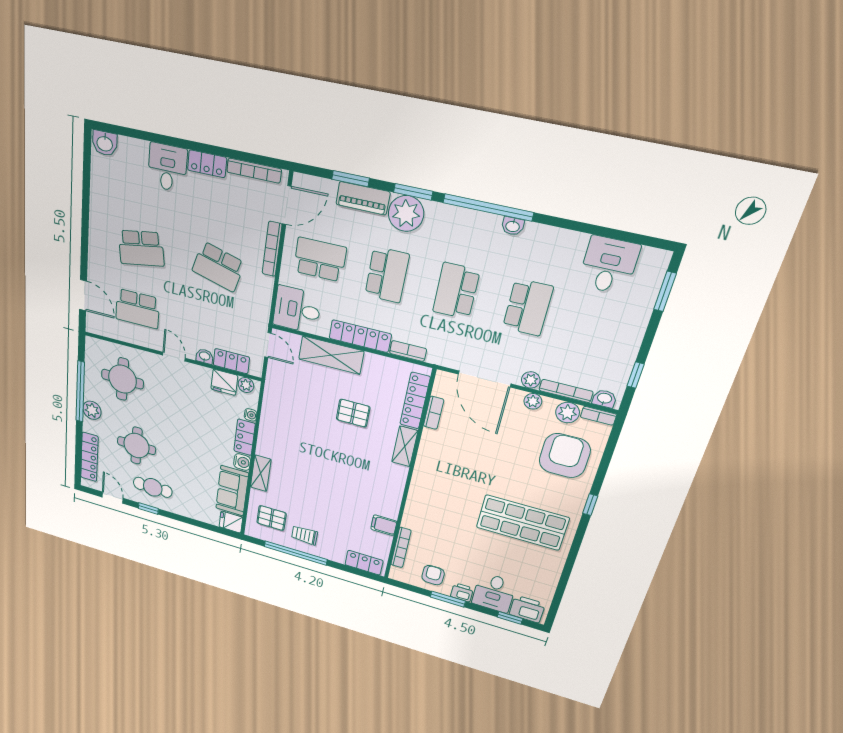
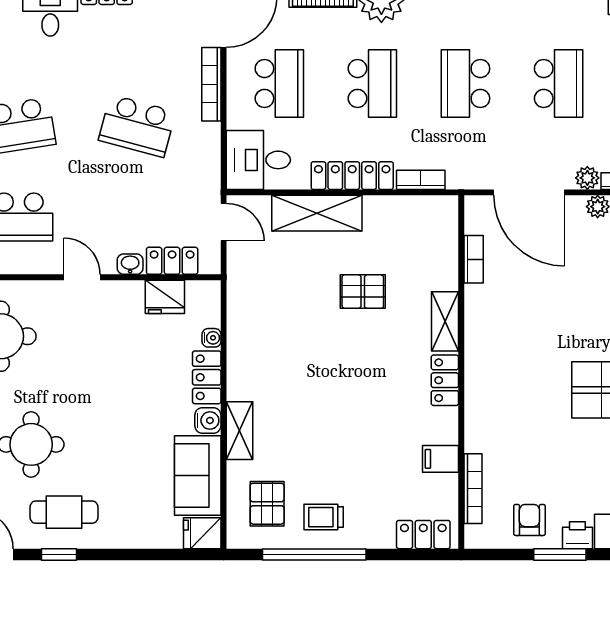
school desk: (320, 259) -> (279, 83), turned 90
plant: (246, 385) -> (199, 292), removed
locker: (415, 401) -> (445, 380), moved, width x0.66
pallet: (272, 518) -> (267, 504), turned 90

